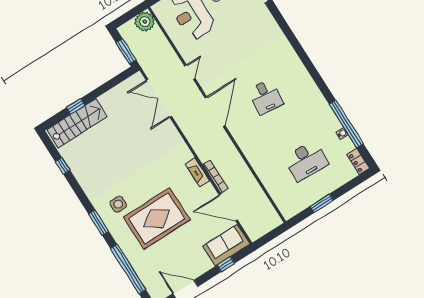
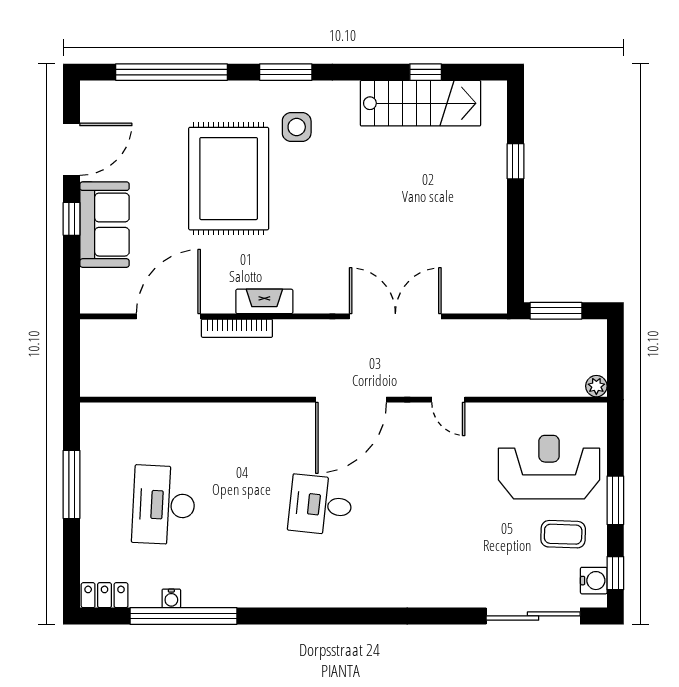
plant: (145, 22) -> (596, 386), width x0.53, depth x0.53
double door: (159, 98) -> (395, 316), moved
door: (215, 112) -> (351, 400), hinge flipped
stairs: (77, 123) -> (421, 103), moved, turned -90
window: (322, 203) -> (72, 484), width x1.44
sofa: (226, 245) -> (105, 225), moved
window: (226, 264) -> (72, 219), moved

